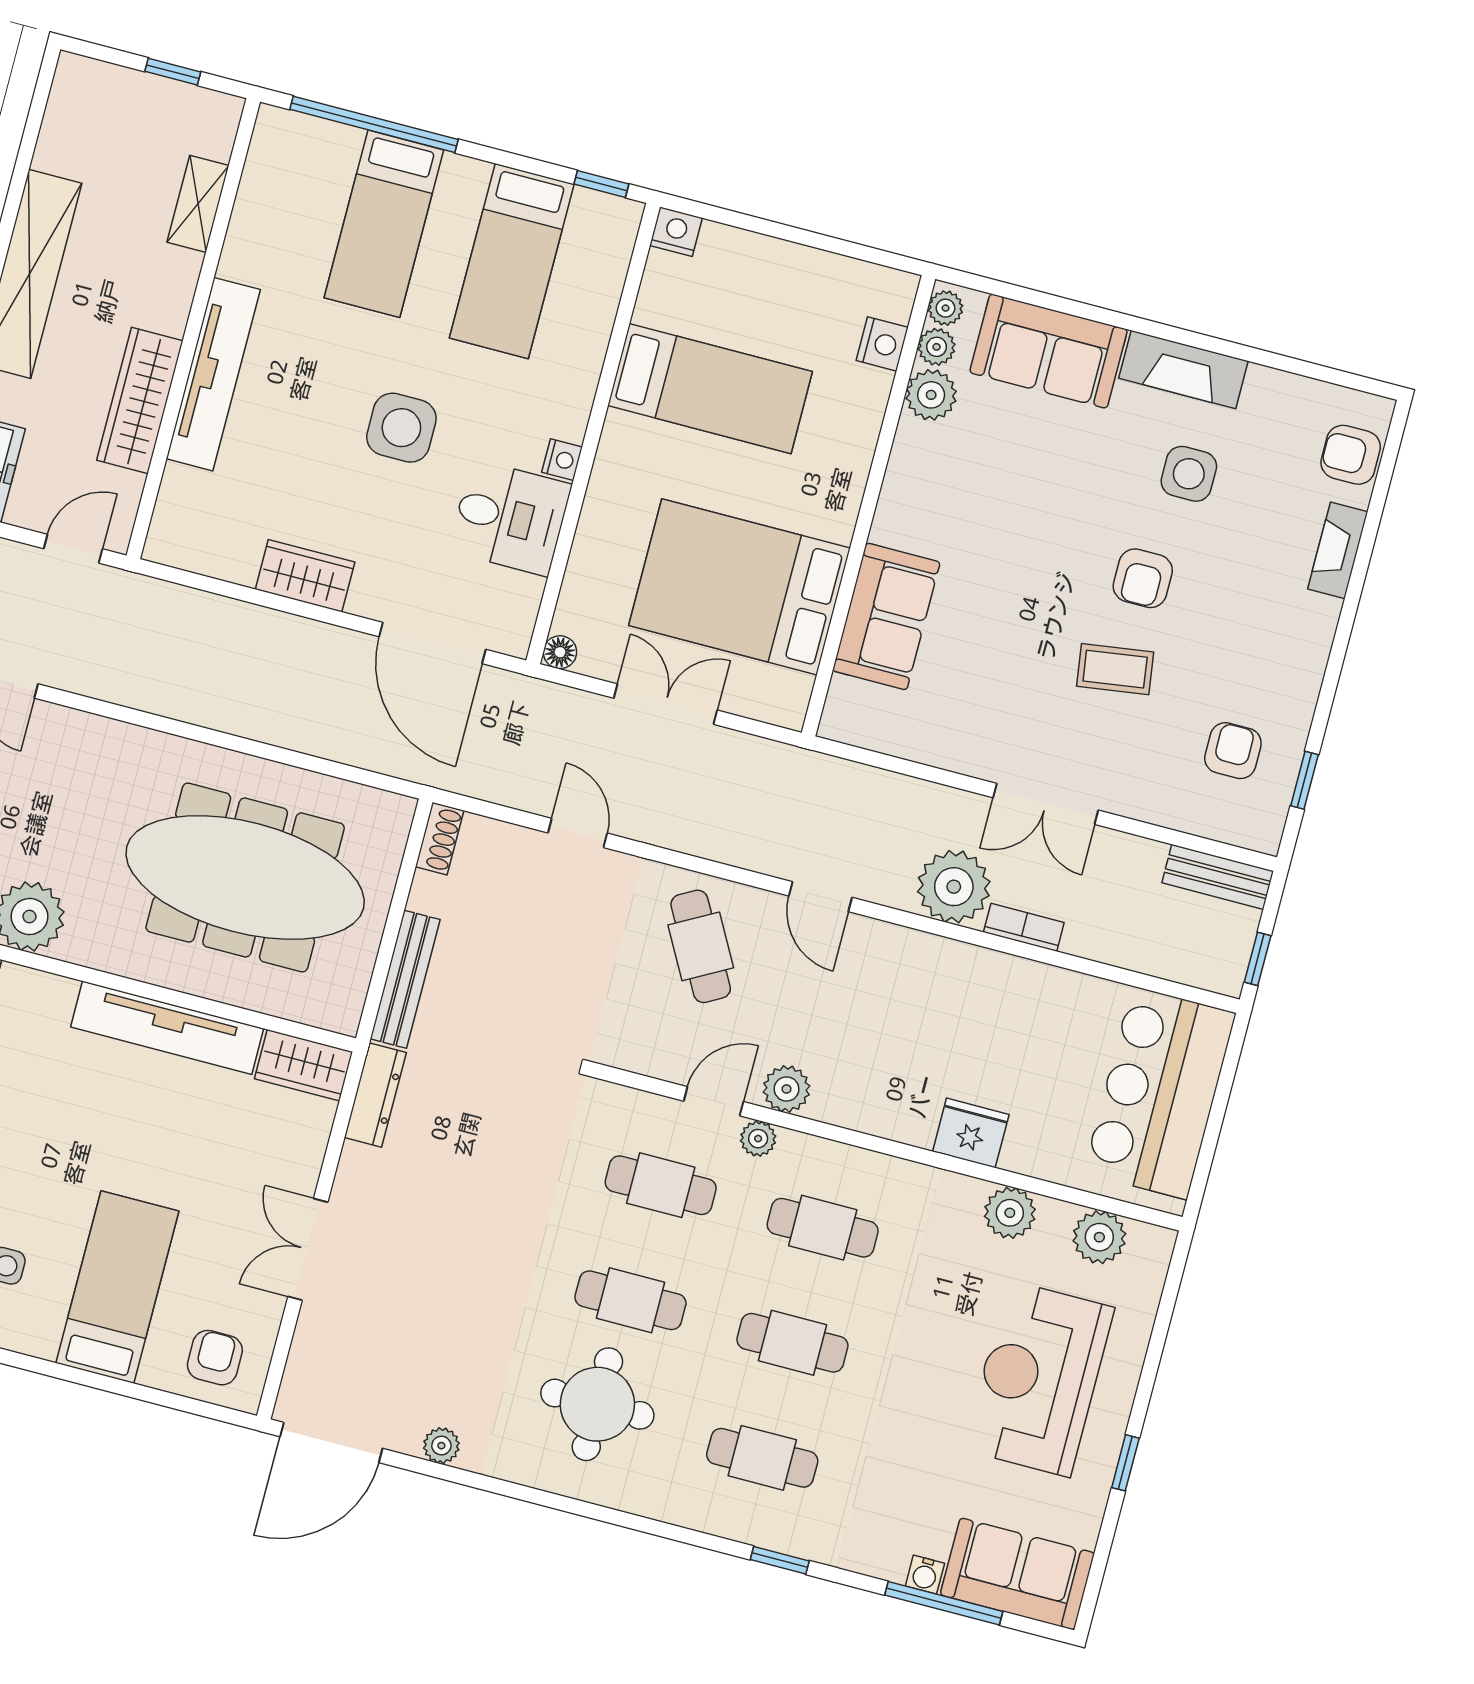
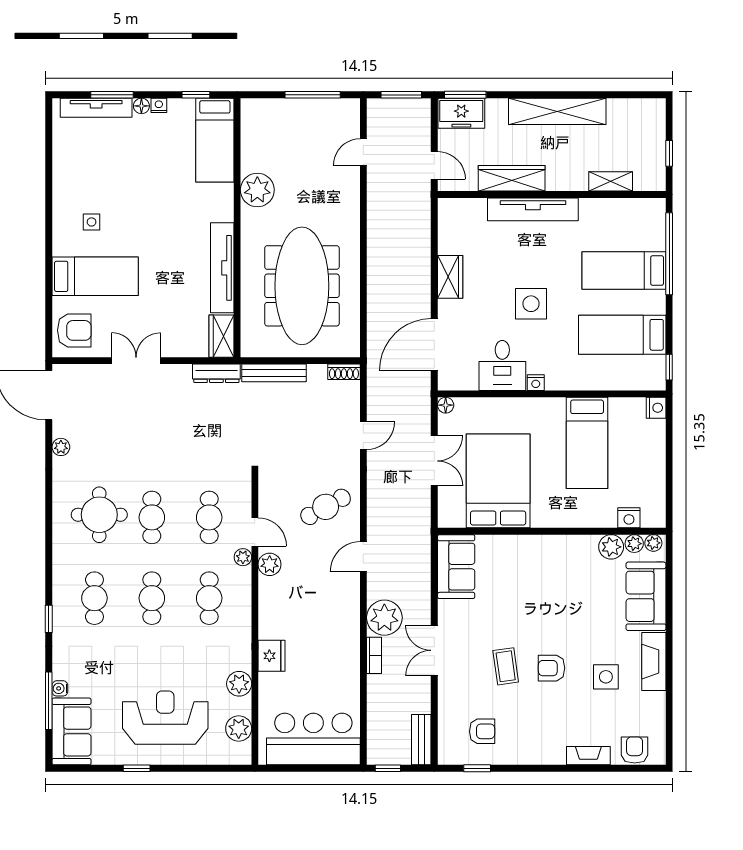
sofa: (886, 616) -> (456, 567), moved, turned -90
armchair: (215, 1358) -> (74, 330), width x1.38, depth x1.38

